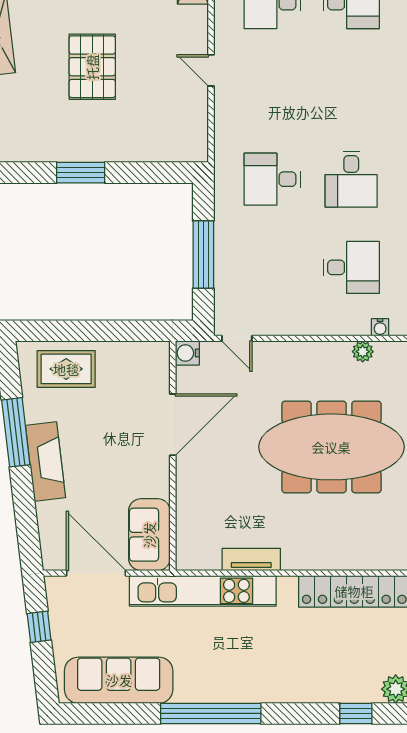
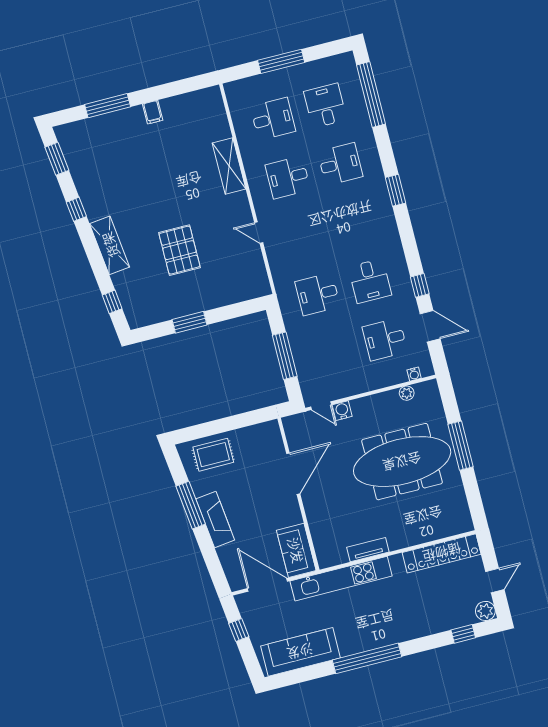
desk: (351, 267) -> (385, 339), turned 180
water cooler: (187, 353) -> (342, 411), moved, turned 90

